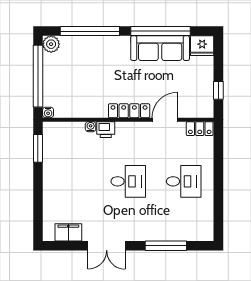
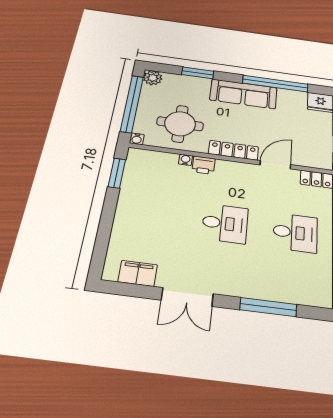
window: (90, 31) -> (198, 73), width x0.47
sofa: (160, 48) -> (243, 94), moved
round table: (82, 91) -> (180, 124), added

